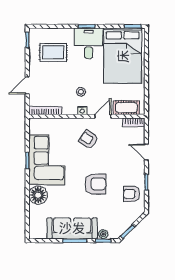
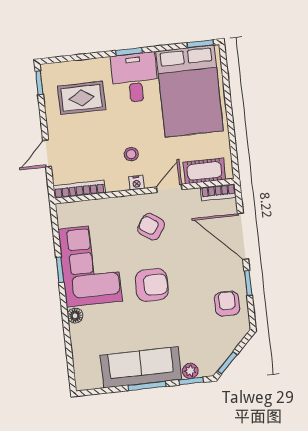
door: (146, 152) -> (243, 236), width x1.87
armchair: (96, 184) -> (152, 285), moved
armchair: (131, 194) -> (227, 304), turned 90
floor lamp: (38, 195) -> (75, 316), width x0.53, depth x0.53

